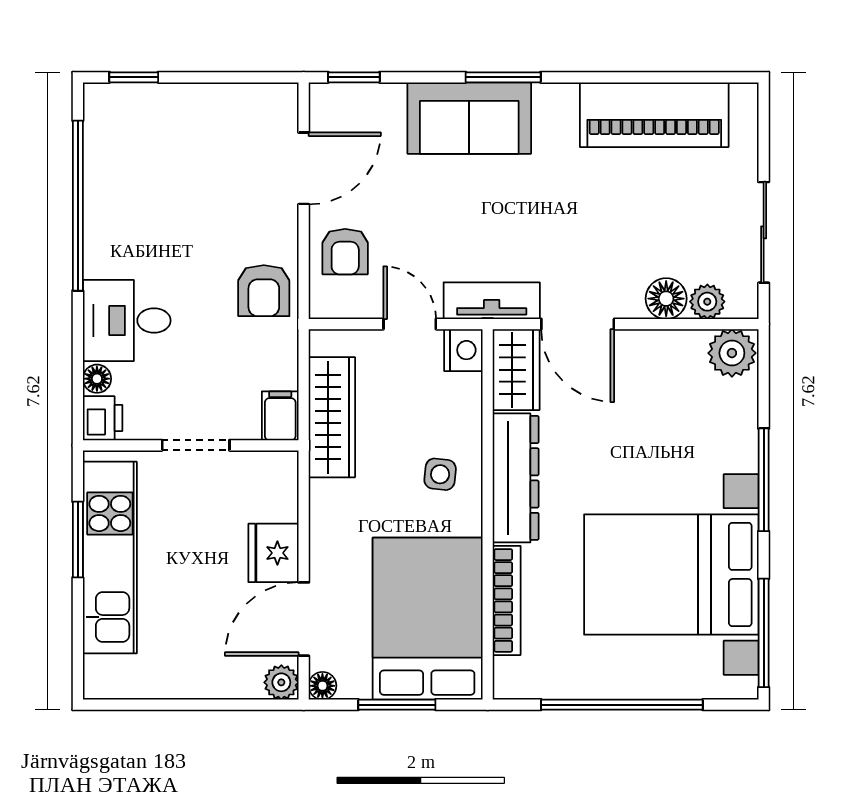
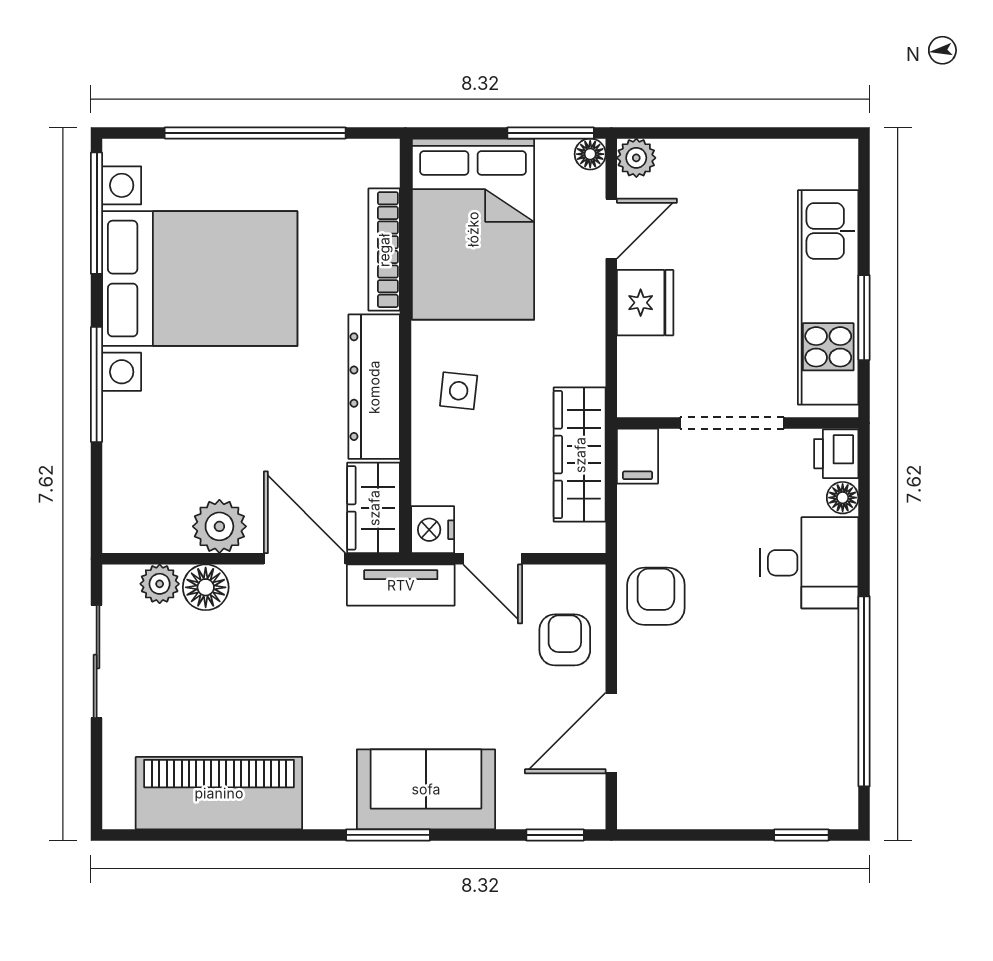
plant: (732, 353) -> (219, 526), moved
doorway: (196, 445) -> (732, 423), width x1.38
door: (304, 619) -> (611, 229), width x0.73
window: (397, 705) -> (551, 133), moved

